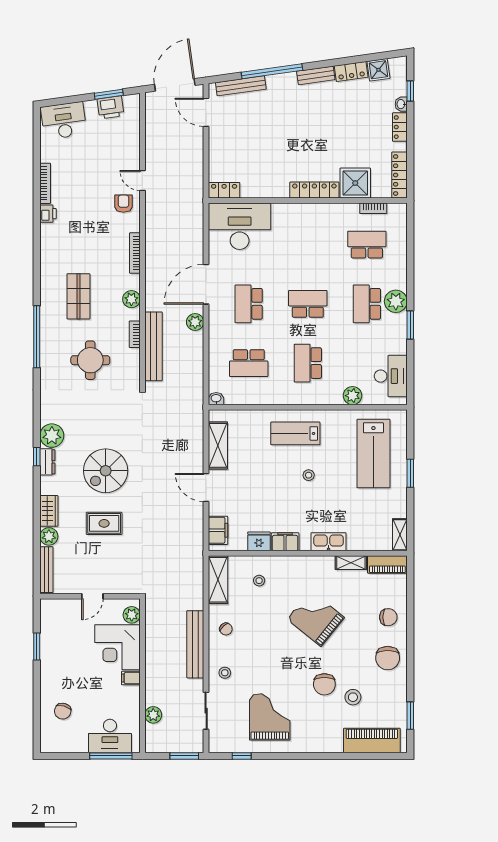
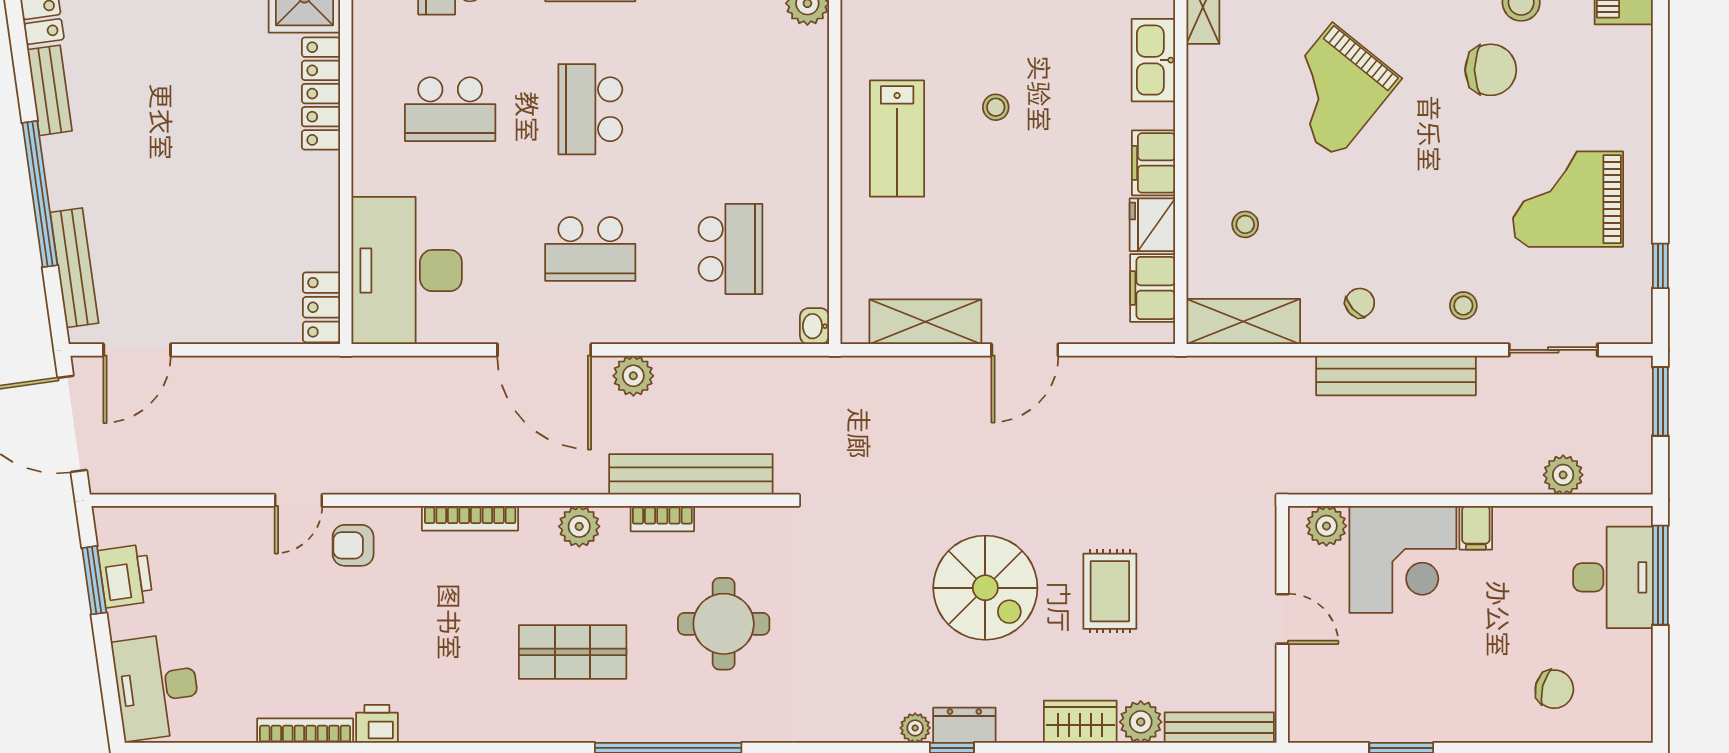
school desk: (308, 363) -> (450, 109), moved
plant: (52, 436) -> (915, 728), width x0.53, depth x0.53
filing cabinet: (218, 530) -> (1153, 288), moved, turned -90

